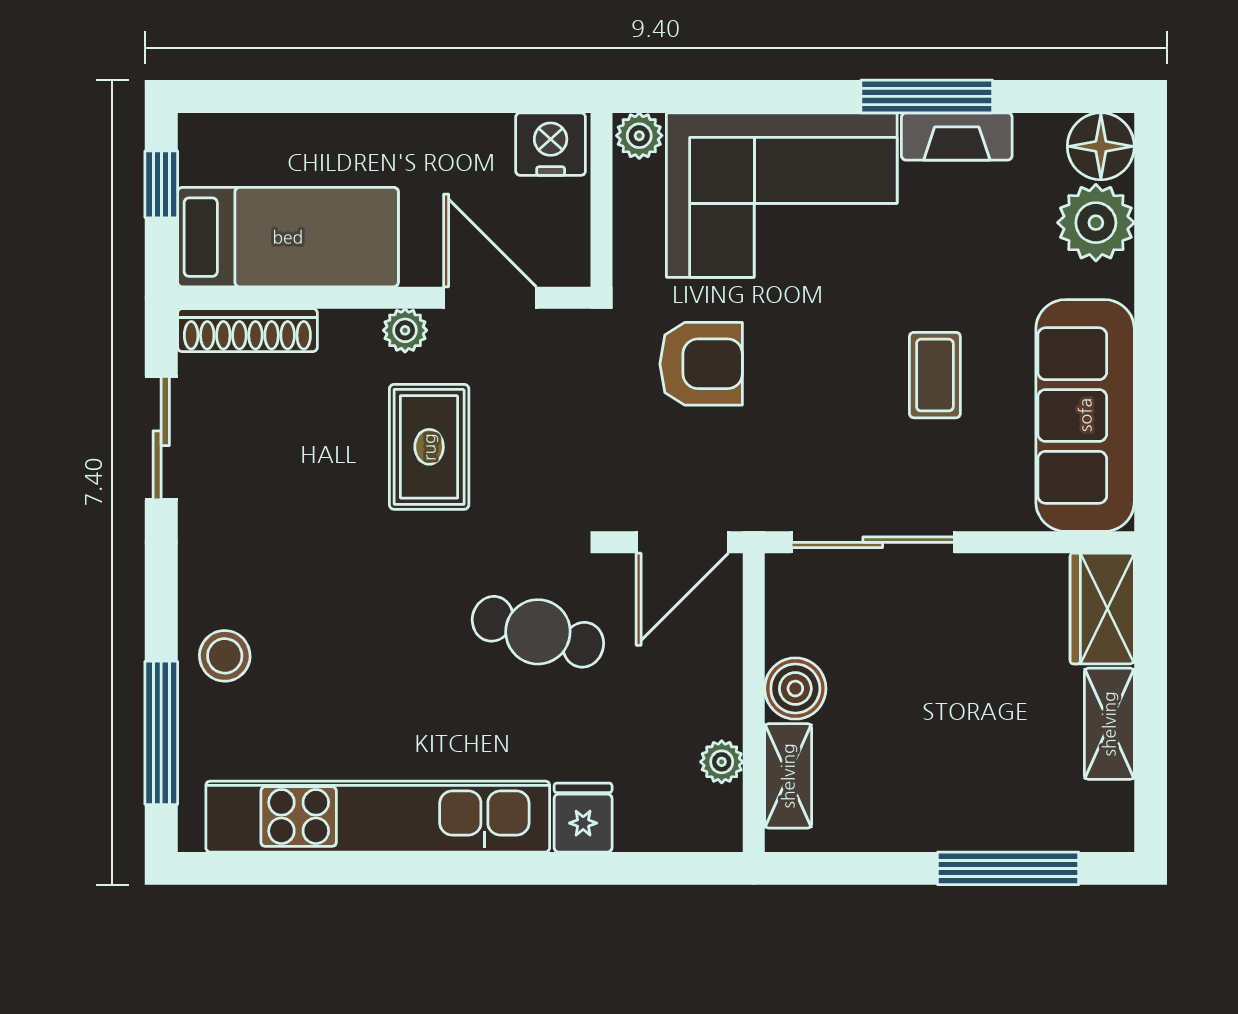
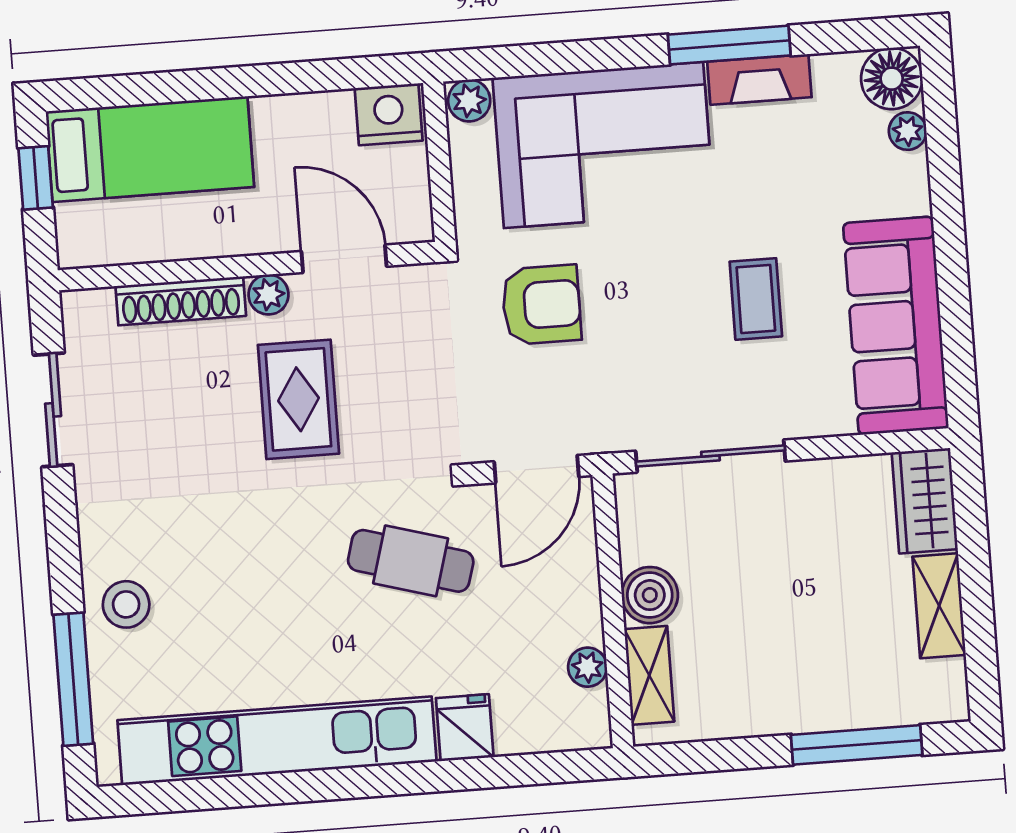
plant: (1096, 223) -> (908, 131), width x0.53, depth x0.53
bed: (288, 237) -> (150, 149), moved
shoe rack: (247, 330) -> (181, 301), moved

